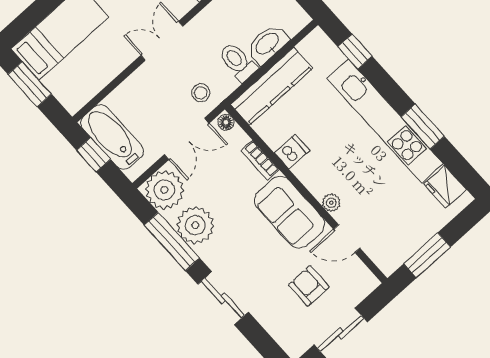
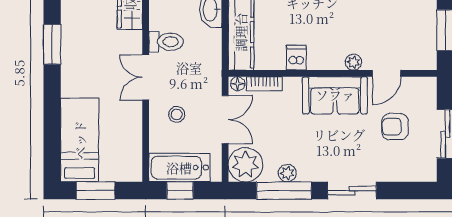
toilet: (238, 62) -> (166, 42), moved, turned 180
stool: (201, 93) -> (177, 114), moved
bookcase: (260, 160) -> (264, 84), moved
plant: (195, 225) -> (287, 173), width x0.53, depth x0.53

